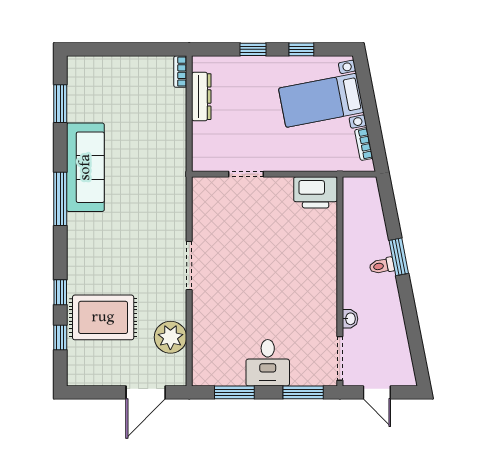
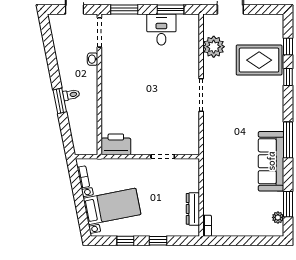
plant: (75, 84) -> (278, 217), added
desk: (268, 363) -> (161, 29), moved

